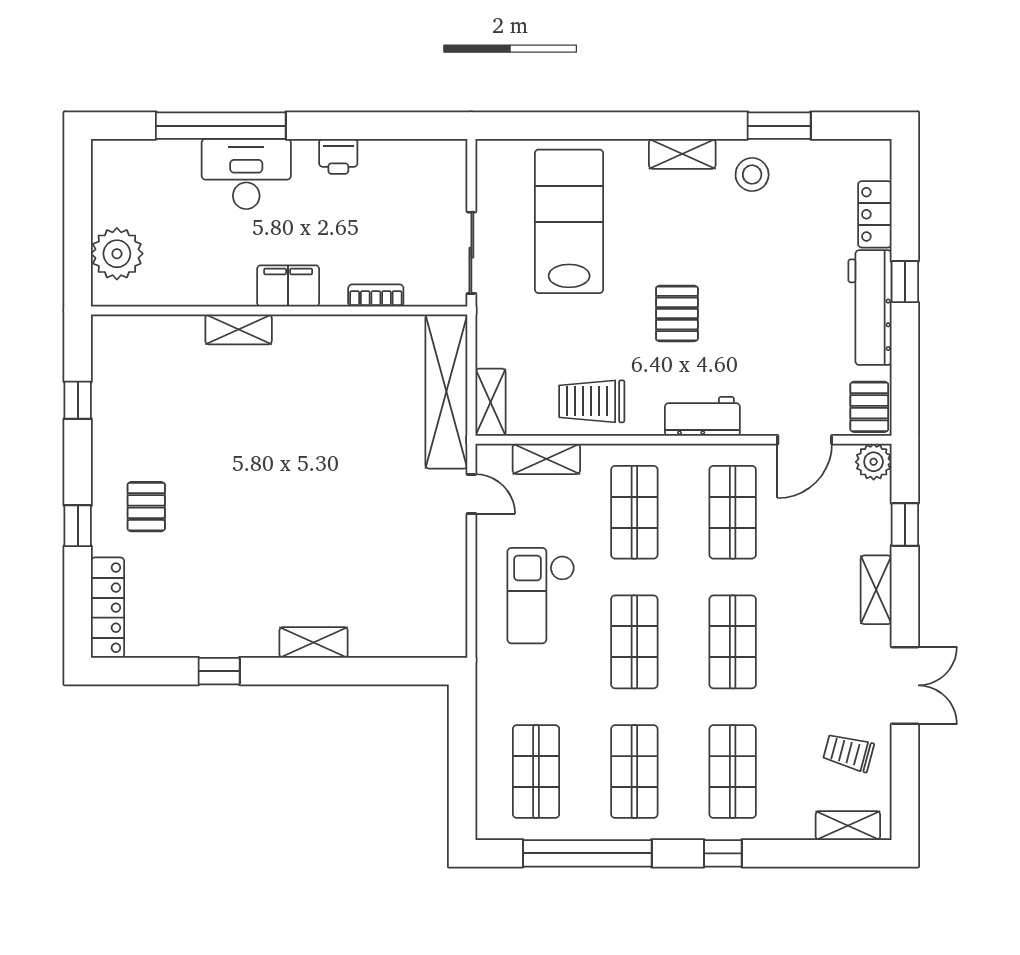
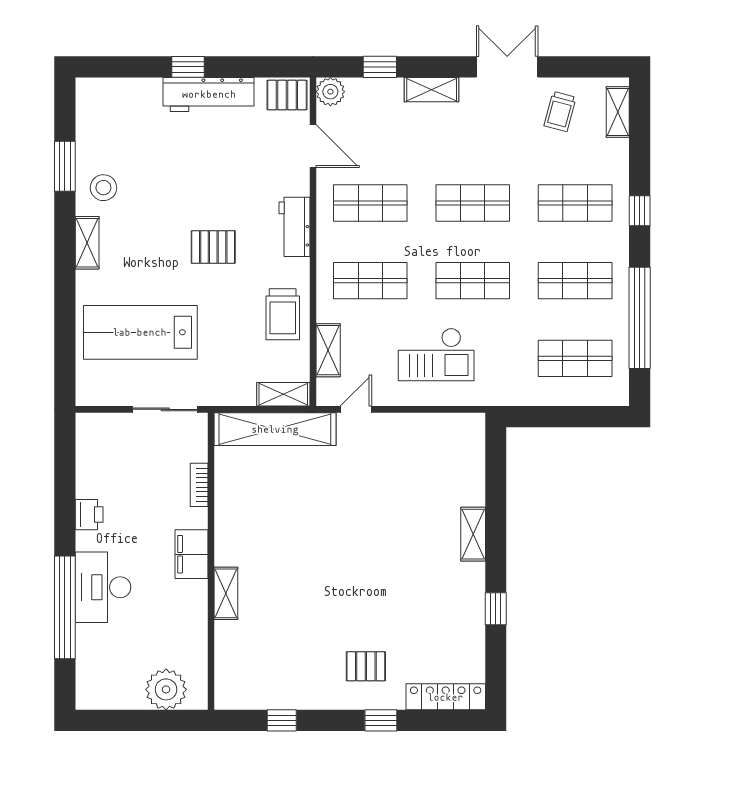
locker: (875, 214) -> (135, 91), removed

